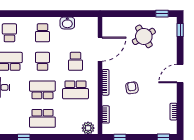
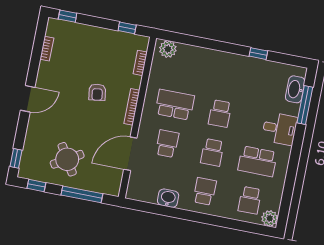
window: (129, 14) -> (82, 194), added
school desk: (42, 90) -> (220, 114), width x0.54
school desk: (42, 118) -> (228, 75), removed

